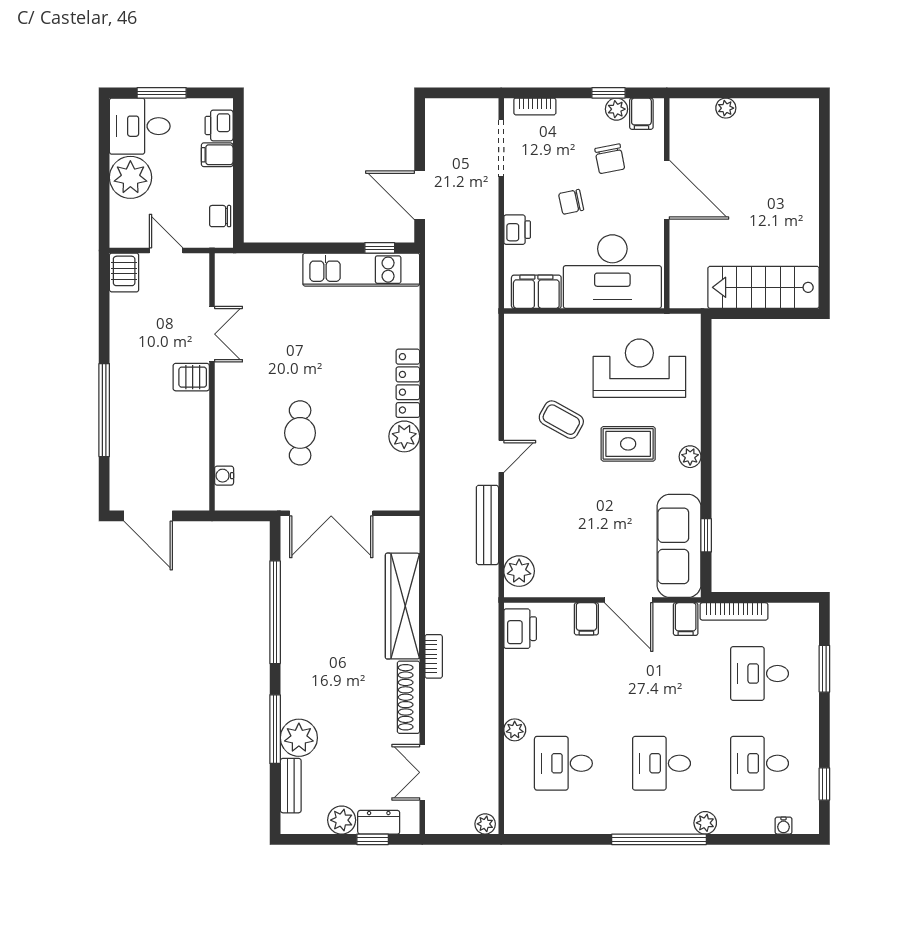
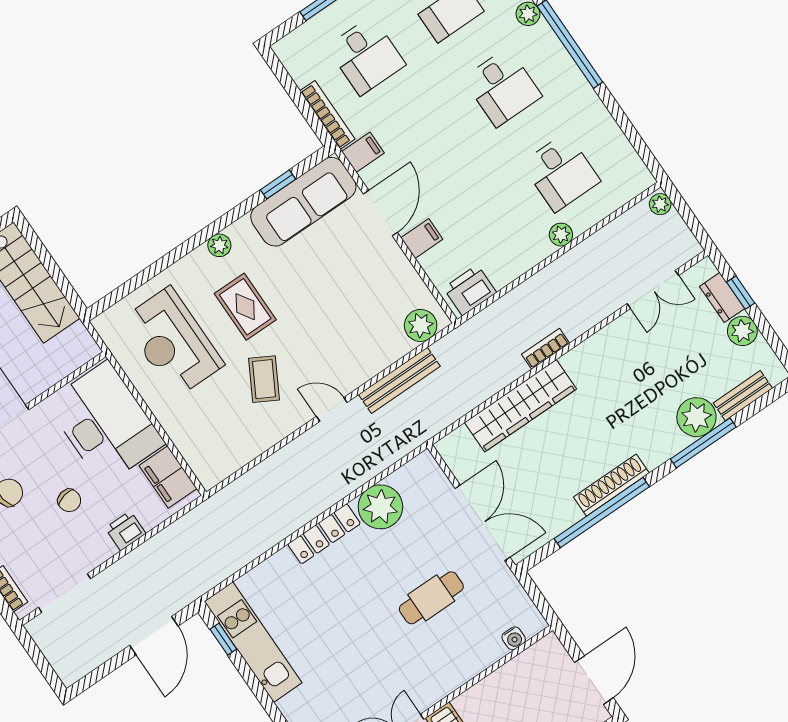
plant: (404, 436) -> (380, 507), width x1.36, depth x1.36
shoe rack: (408, 697) -> (611, 485), moved, turned 180

